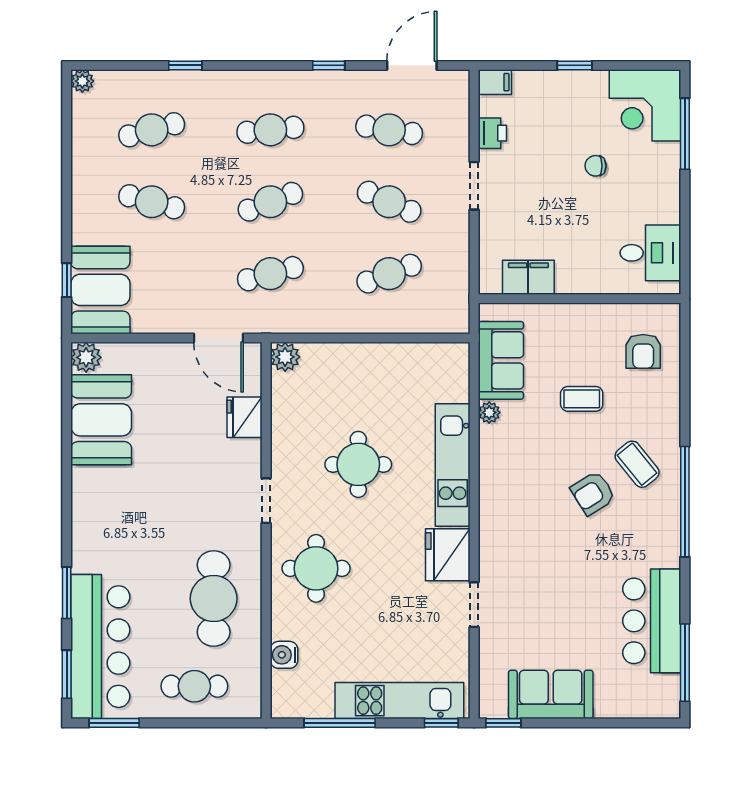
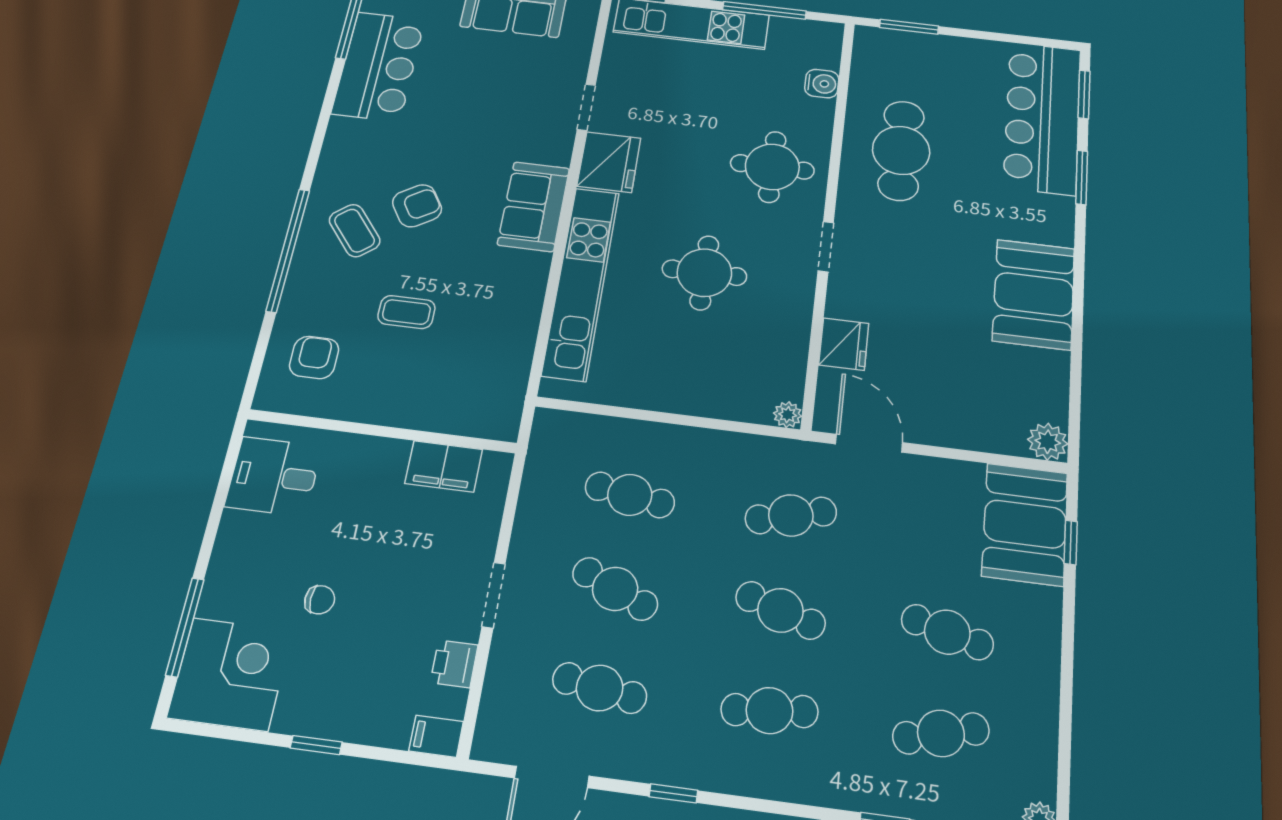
cafe table: (270, 202) -> (780, 610), turned 39
cafe table: (389, 274) -> (630, 495), turned 30
plant: (285, 357) -> (788, 415), width x0.73, depth x0.73
sofa: (501, 360) -> (534, 206), moved
plant: (489, 413) -> (528, 311), removed
booth: (101, 420) -> (1034, 294), moved
kitchen unit: (453, 465) -> (581, 283), width x1.36
window: (685, 502) -> (288, 250), moved
cafe table: (194, 686) -> (932, 65), removed
window: (114, 723) -> (909, 27), moved

